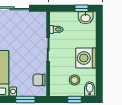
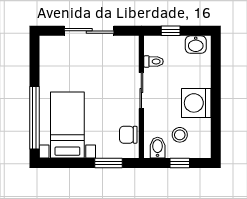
window: (82, 8) -> (171, 31), moved
bidet: (90, 89) -> (158, 148), moved

